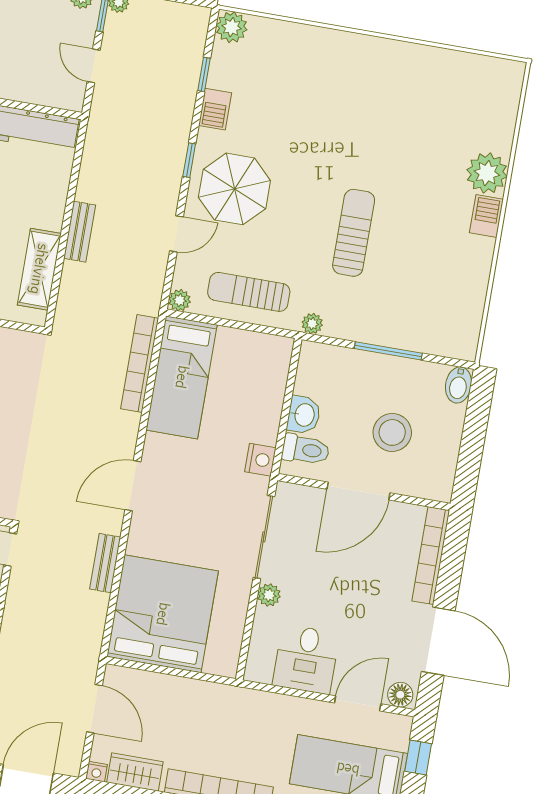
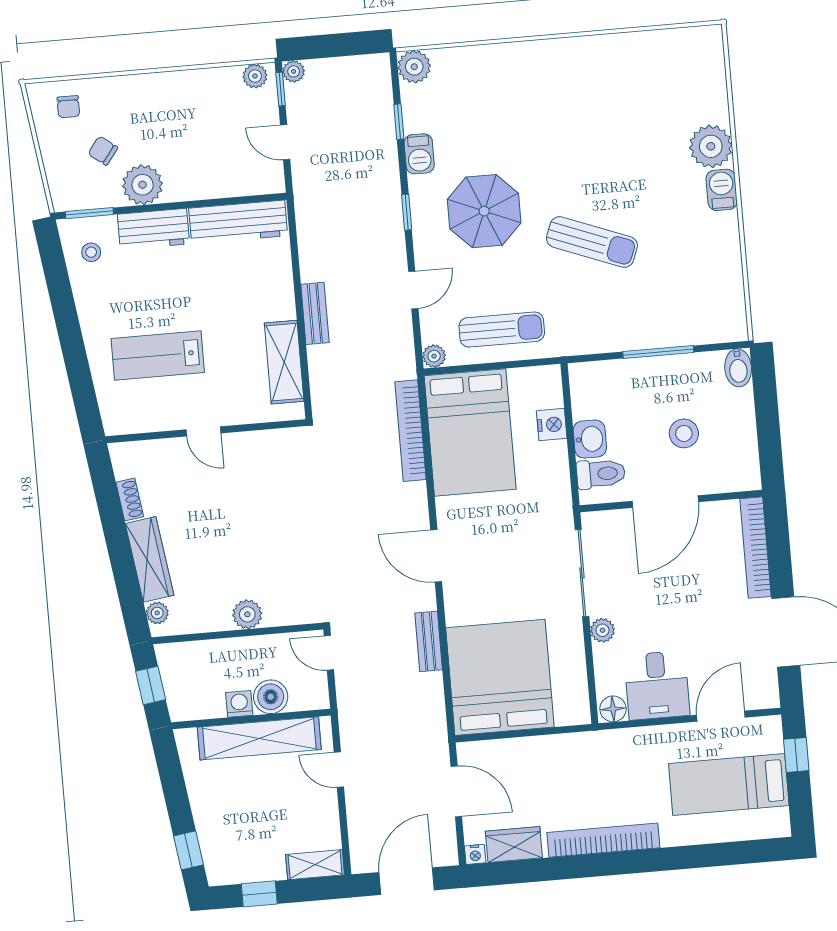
parasol: (234, 189) -> (484, 211), moved
sun lounger: (354, 233) -> (592, 242), turned 111
sun lounger: (249, 292) -> (502, 330), turned 180
plant: (312, 324) -> (574, 345), removed
bed: (182, 377) -> (470, 432), width x1.50
stool: (392, 432) -> (684, 433), width x0.73, depth x0.73
nightstand: (260, 460) -> (552, 425), moved
door: (133, 486) -> (436, 556), hinge flipped
floor lamp: (400, 695) -> (613, 709), moved

